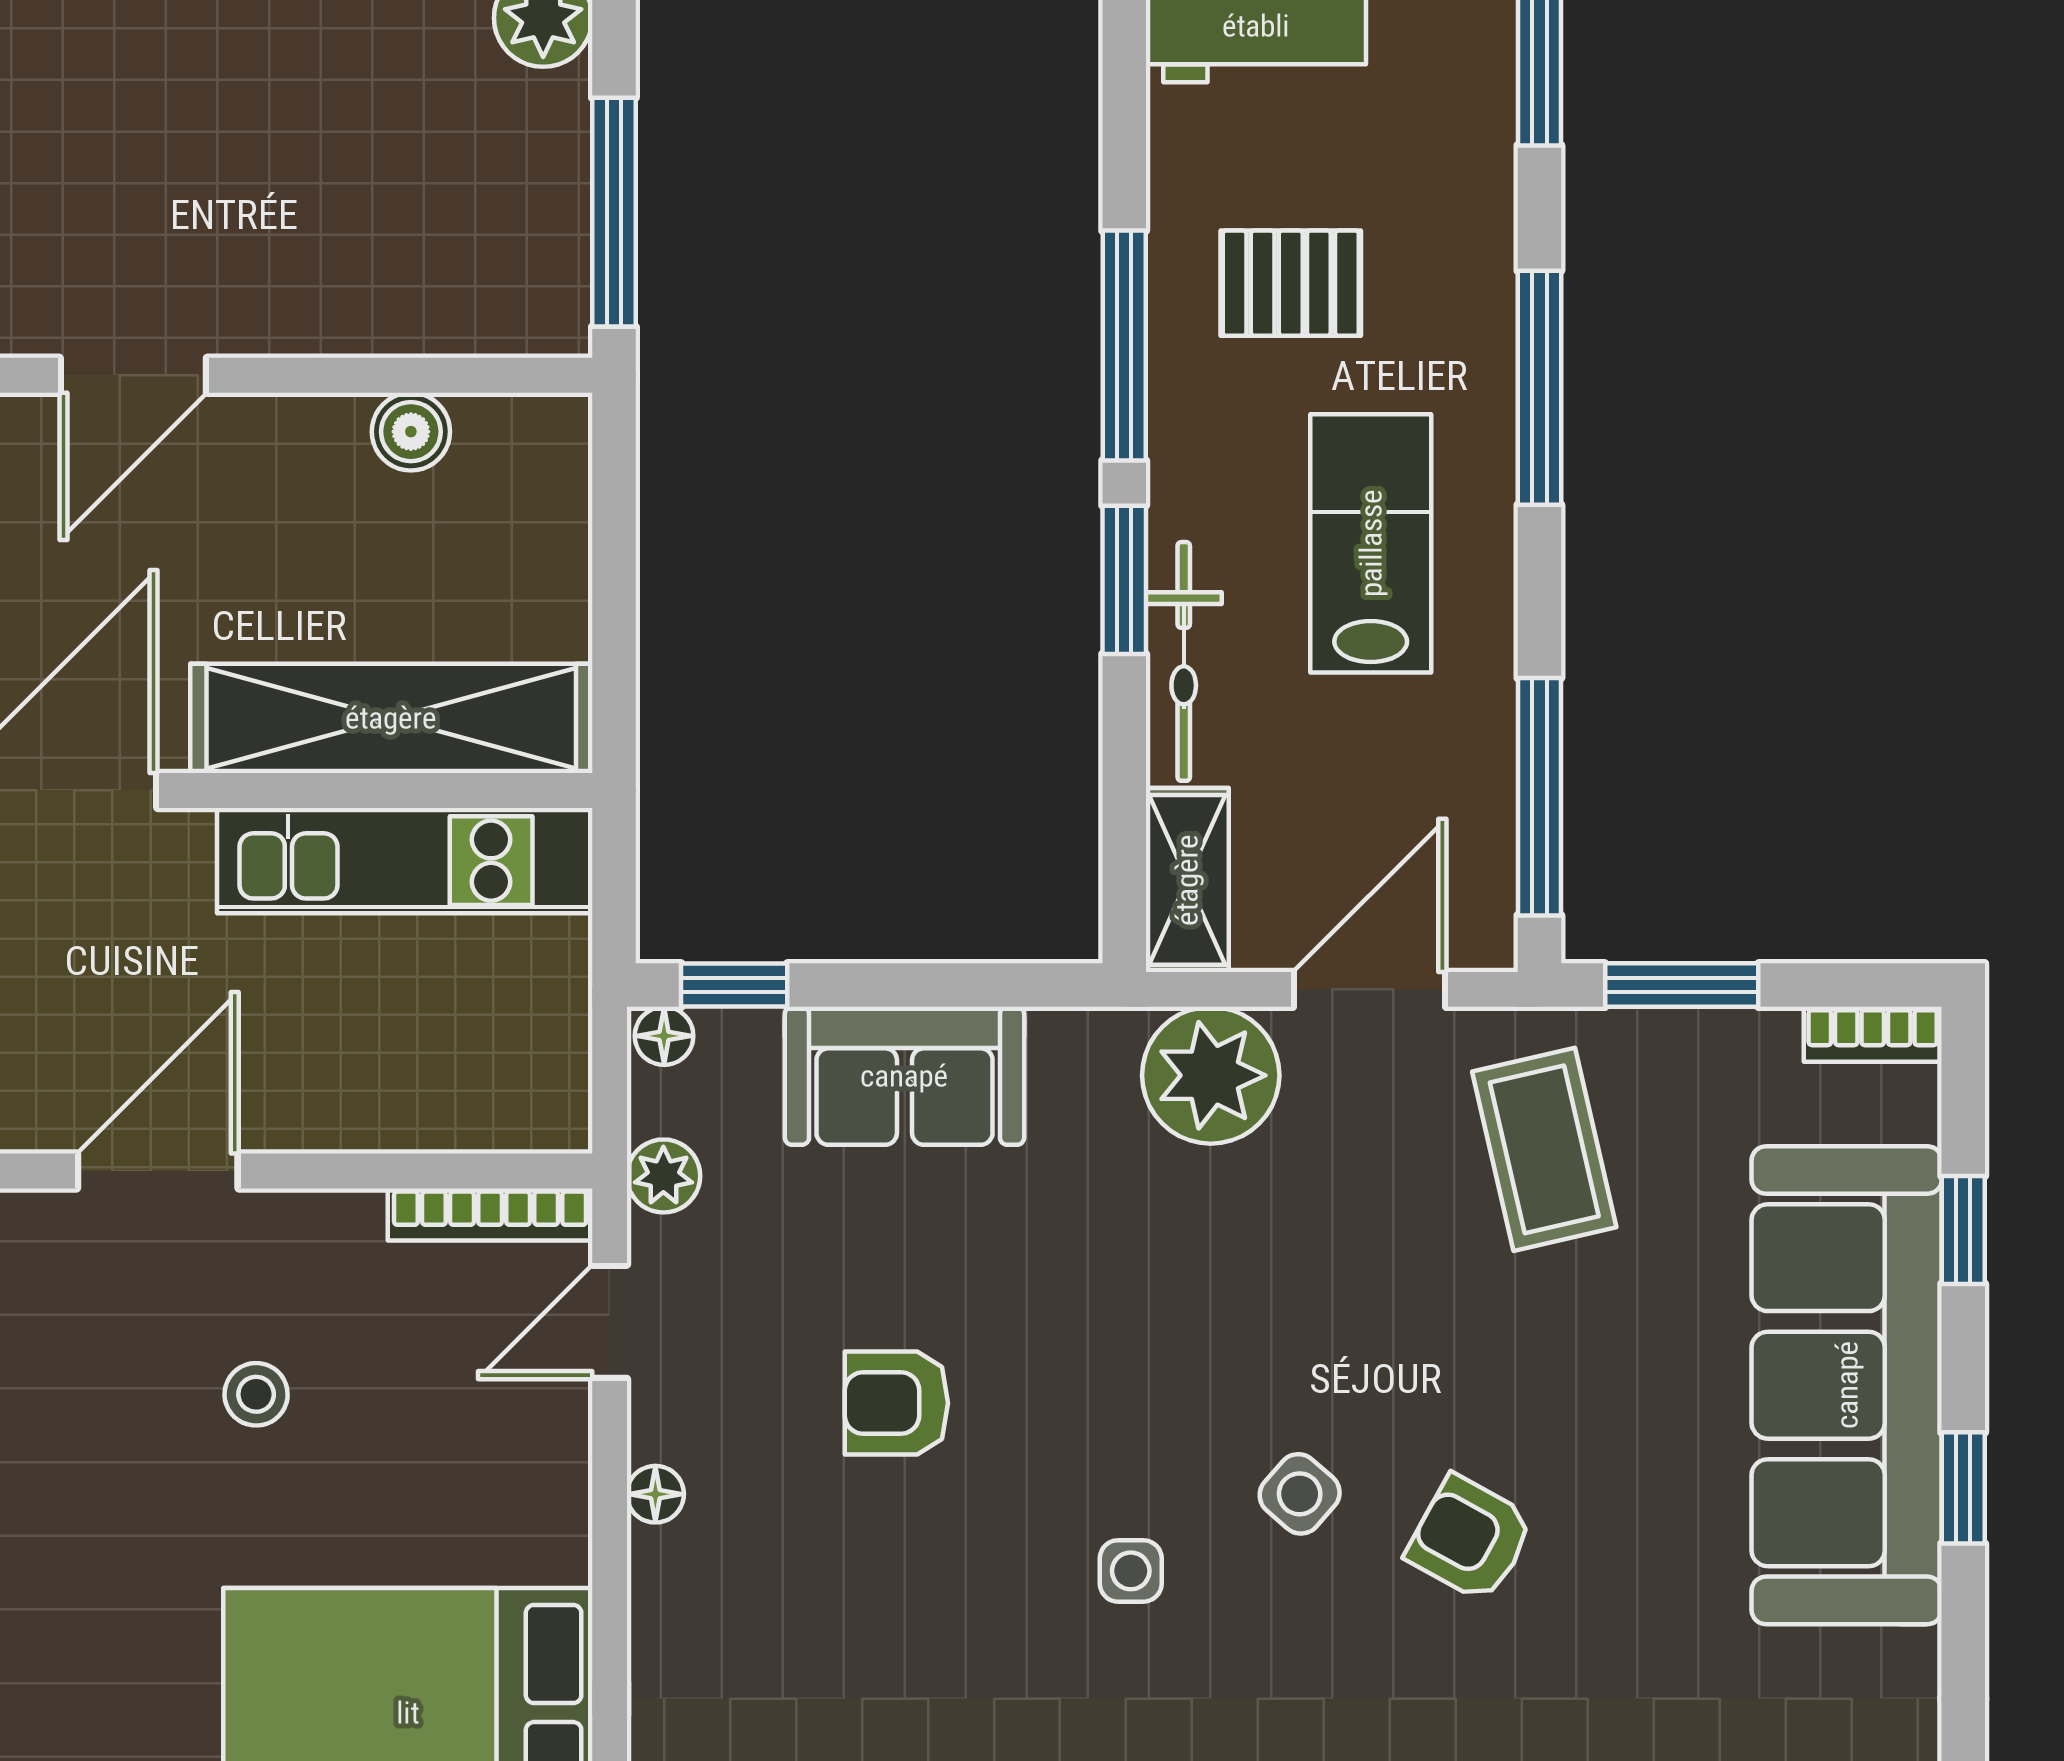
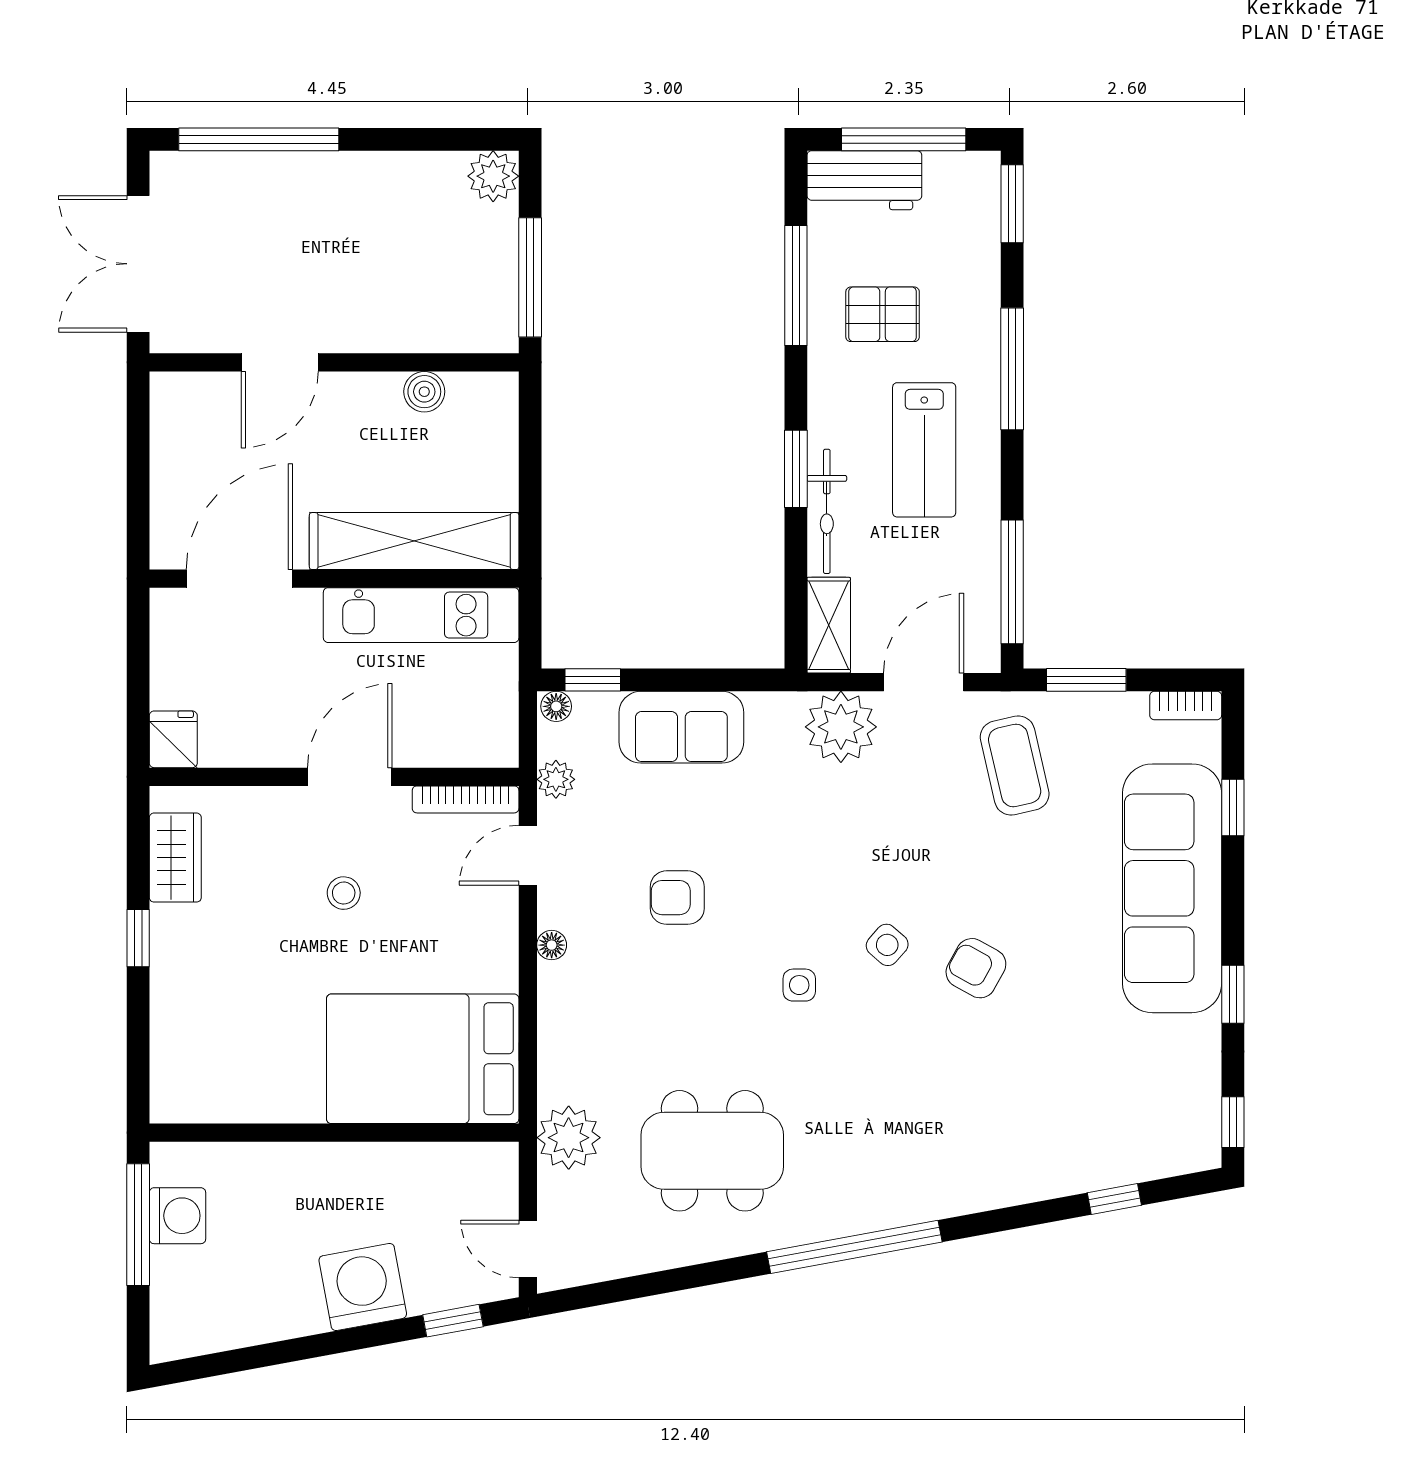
window: (1124, 346) -> (796, 285), moved
lab bench: (1371, 543) -> (924, 450), turned 180
door: (158, 1171) -> (350, 777), moved
window: (1963, 1488) -> (1233, 994), moved

